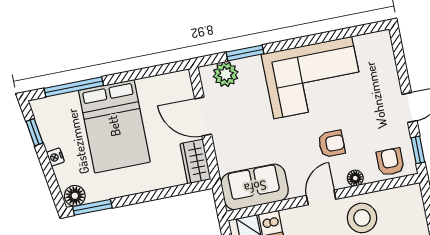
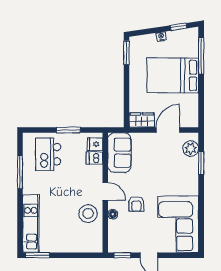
corner sofa: (313, 78) -> (178, 224), moved
armchair: (390, 162) -> (118, 237), removed
floor lamp: (75, 196) -> (136, 44), removed

